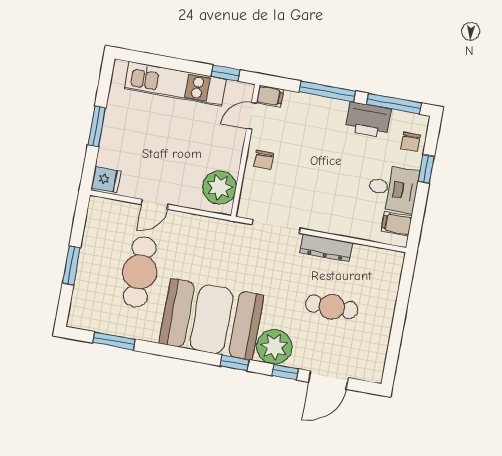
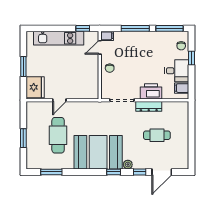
printer: (368, 120) -> (151, 91), moved, turned 180
fridge: (106, 179) -> (35, 87), width x1.88, depth x1.34
plant: (219, 187) -> (90, 86), removed
plant: (274, 347) -> (128, 164), width x0.53, depth x0.53

